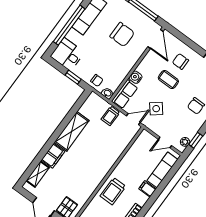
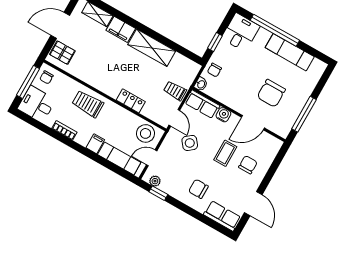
door: (155, 39) -> (253, 123), moved
door: (165, 142) -> (152, 158), hinge flipped
stool: (144, 145) -> (145, 133), added
locker: (115, 154) -> (131, 101), added

